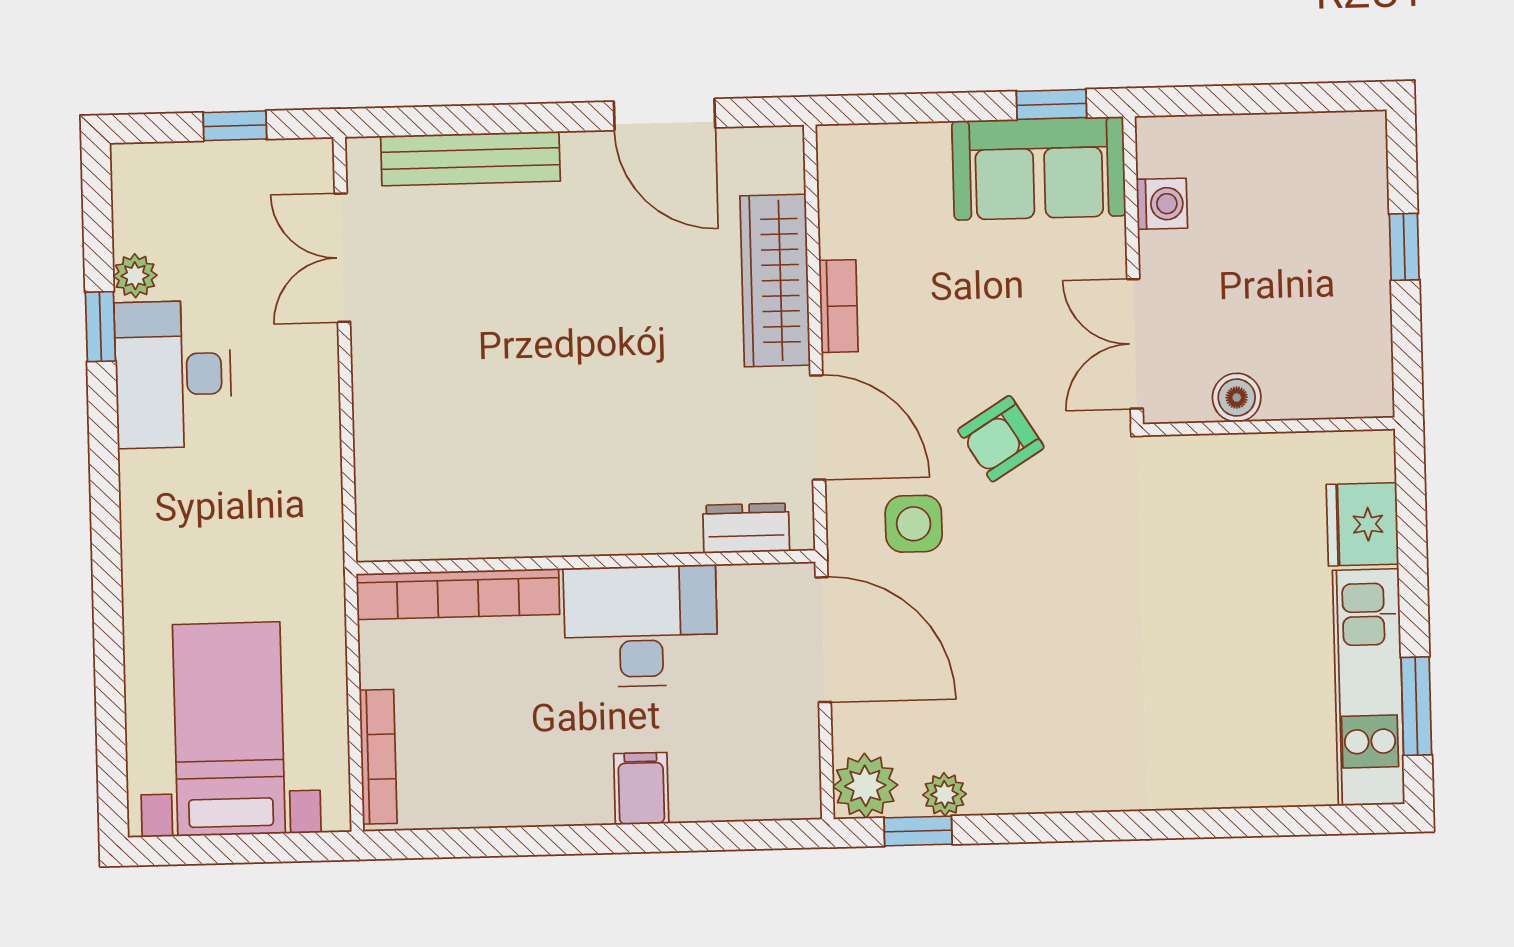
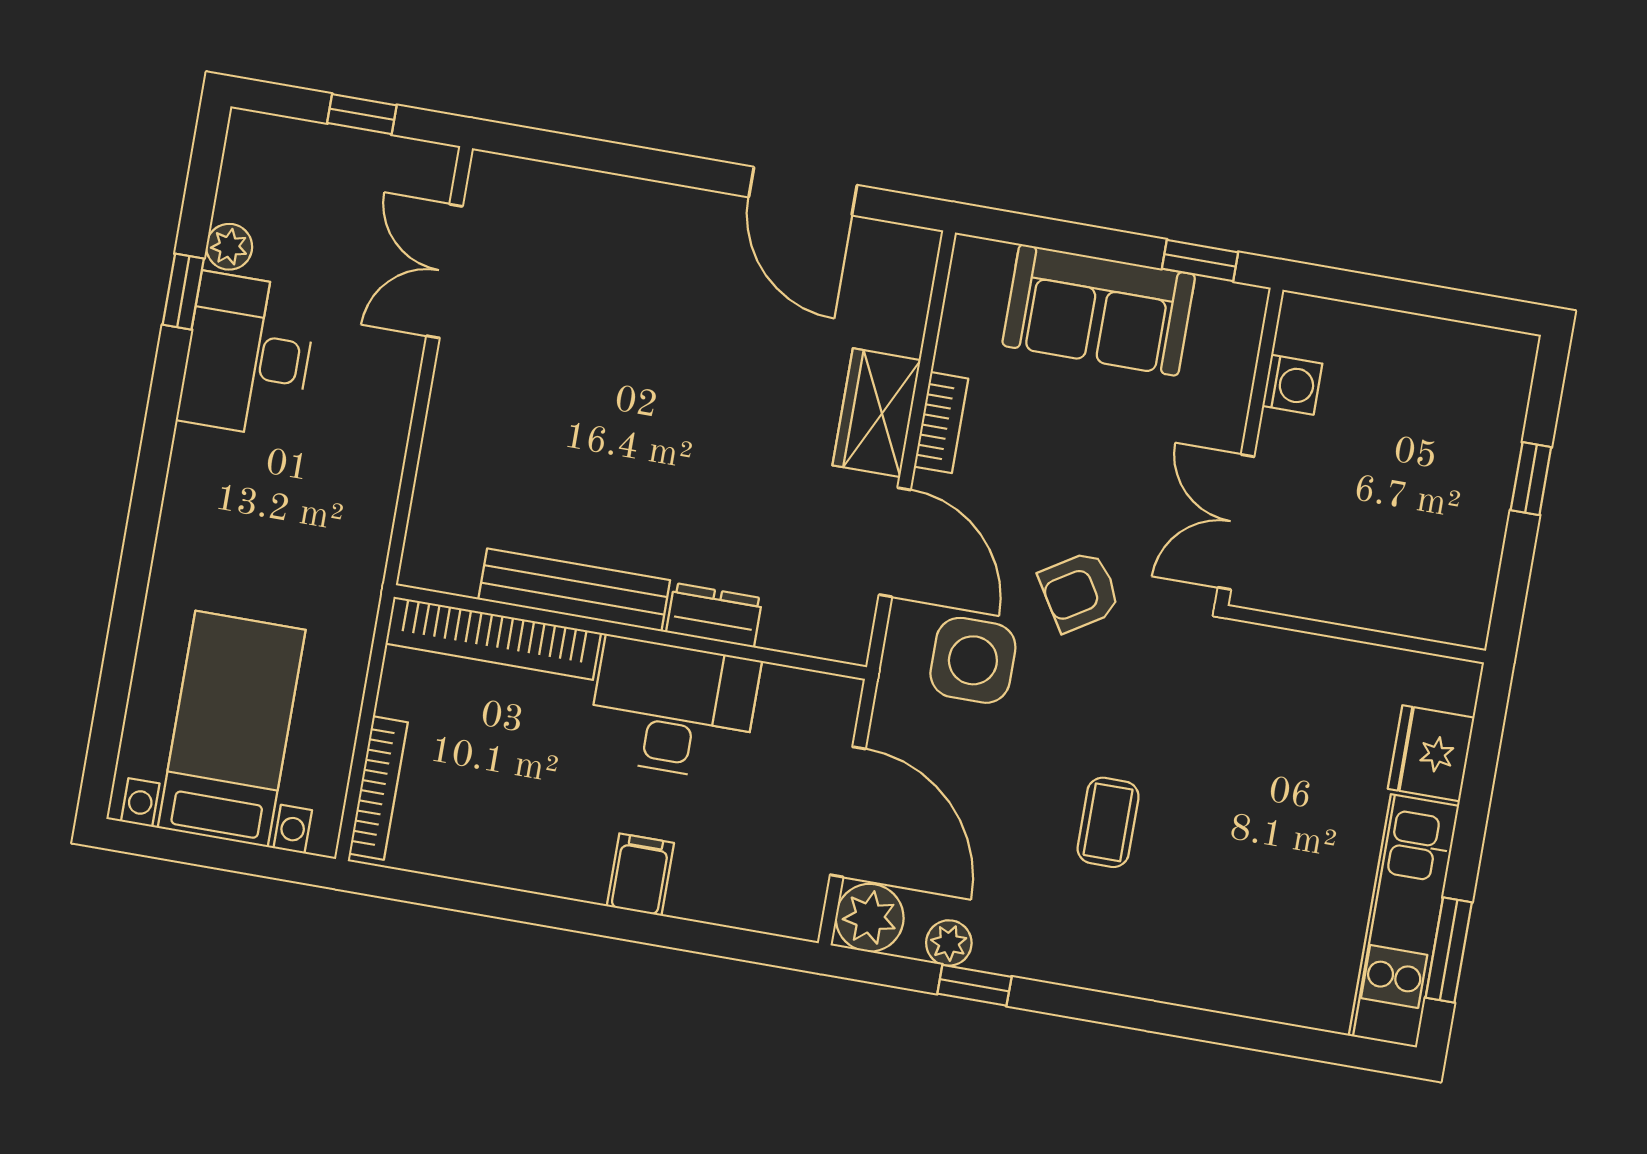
bench: (470, 159) -> (574, 590), moved
sofa: (1039, 168) -> (1099, 310), moved
wardrobe: (775, 281) -> (877, 413), width x0.67
boiler: (1237, 398) -> (1329, 598), removed
side table: (914, 524) -> (973, 660), width x1.37, depth x1.37
dresser: (746, 528) -> (714, 615), moved
door: (823, 640) -> (848, 812), moved
coffee table: (1071, 651) -> (1108, 822), added
window: (918, 831) -> (974, 985), moved

